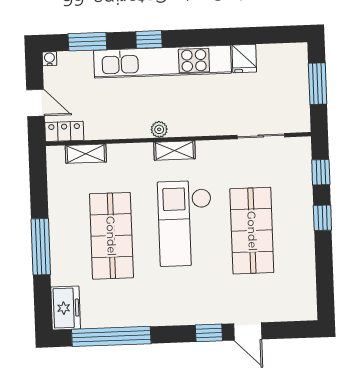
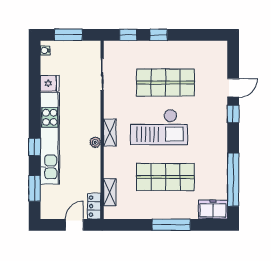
water cooler: (49, 59) -> (45, 50), moved

